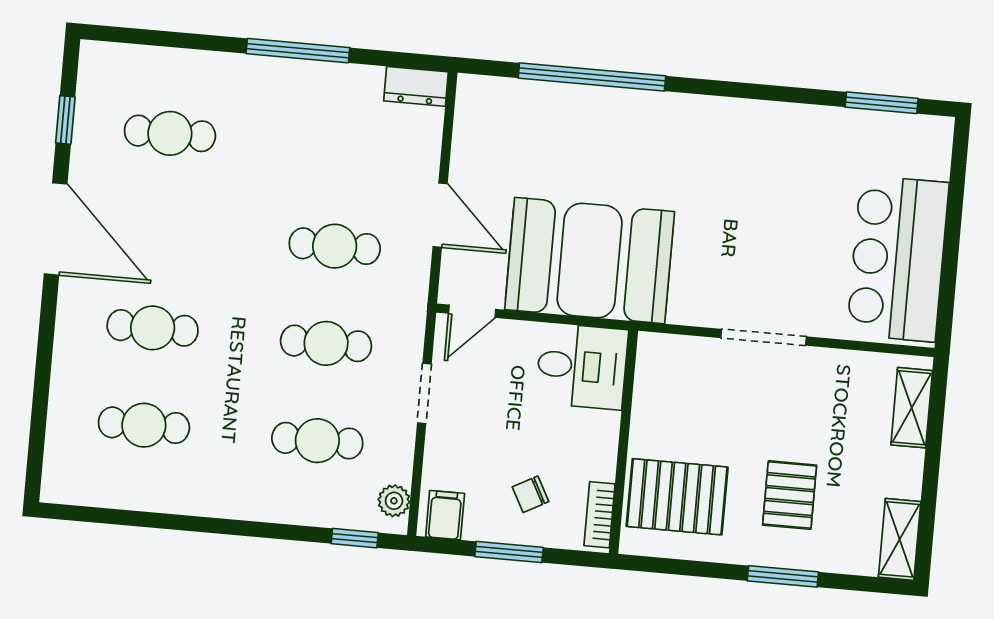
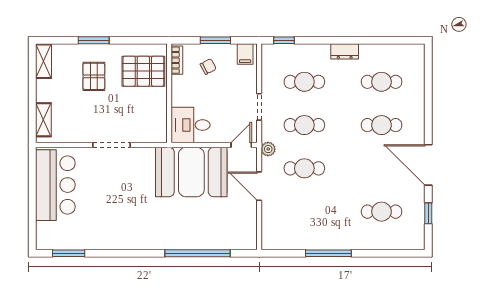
dresser: (416, 86) -> (345, 51), moved, turned 180
plant: (394, 501) -> (268, 149), moved

